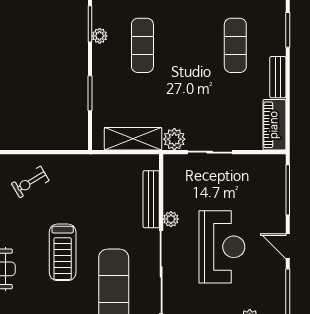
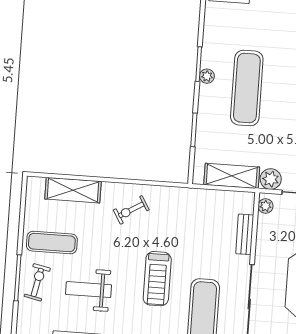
exercise mat: (142, 45) -> (247, 88), width x1.36, depth x1.45
bench: (151, 199) -> (245, 234), width x0.73
plant: (171, 219) -> (266, 206), moved

